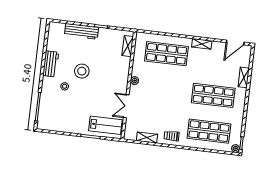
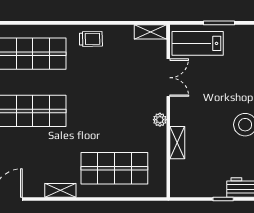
shelving: (128, 46) -> (177, 143), moved
shelving: (147, 138) -> (150, 32), moved

